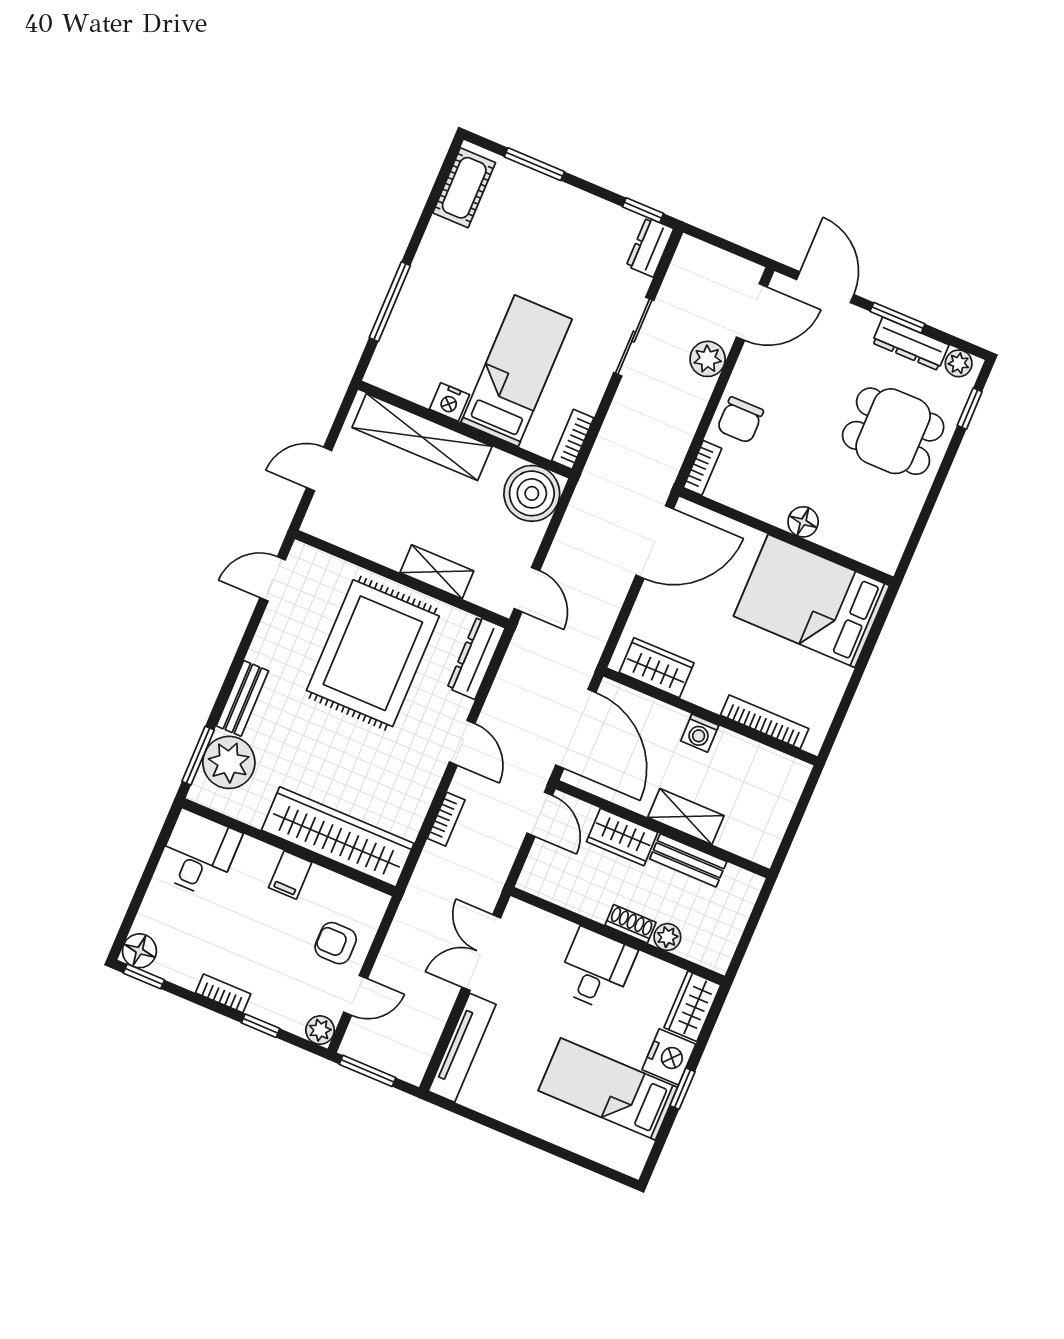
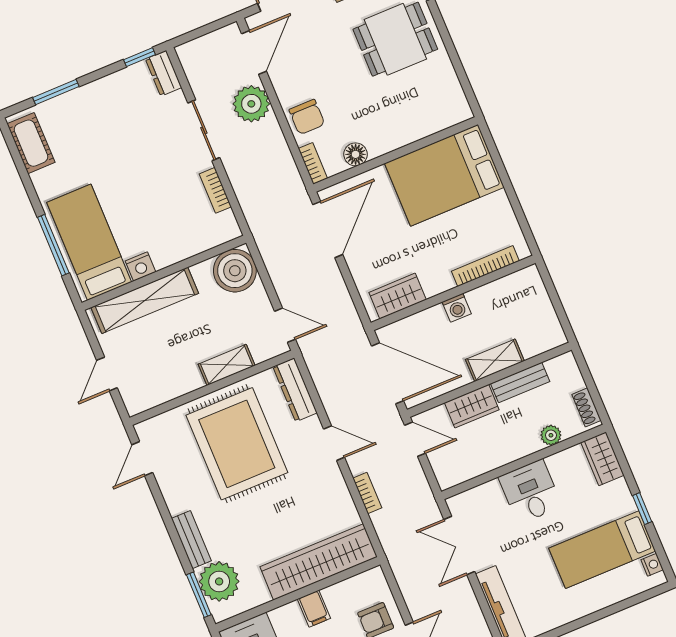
plant: (708, 359) -> (251, 104), width x1.36, depth x1.36
bed: (516, 371) -> (89, 242), moved
bookcase: (573, 439) -> (215, 190), moved
floor lamp: (803, 522) -> (356, 154), moved
shoe rack: (631, 924) -> (587, 407), moved, turned -90
nightstand: (669, 1057) -> (652, 565), moved, width x0.53, depth x0.56

